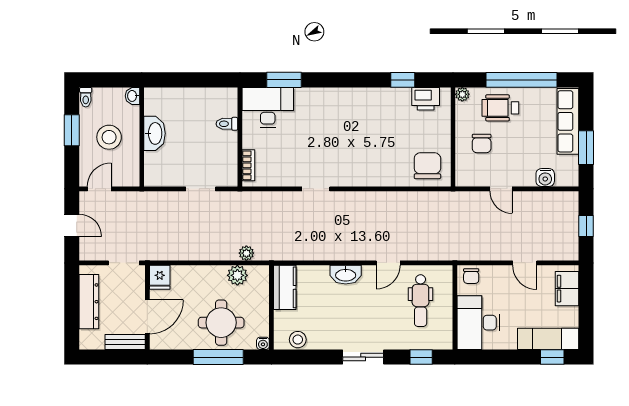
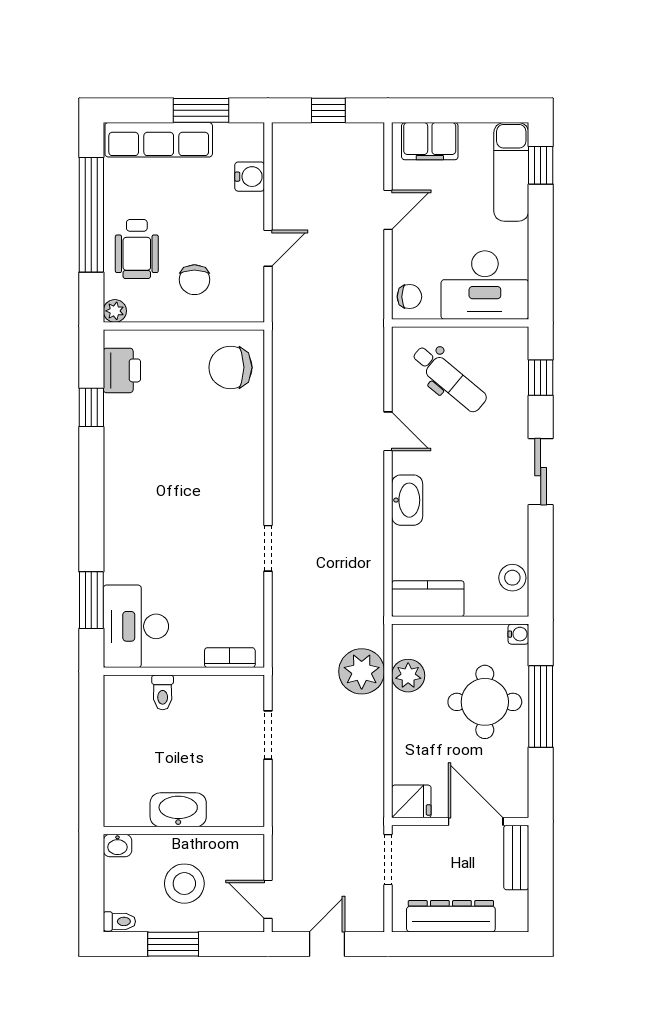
chair: (482, 143) -> (194, 280), turned 90
plant: (246, 253) -> (362, 671), width x1.88, depth x1.88
dental chair: (421, 301) -> (449, 379), turned 40

